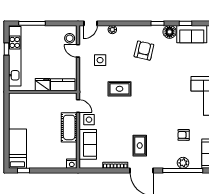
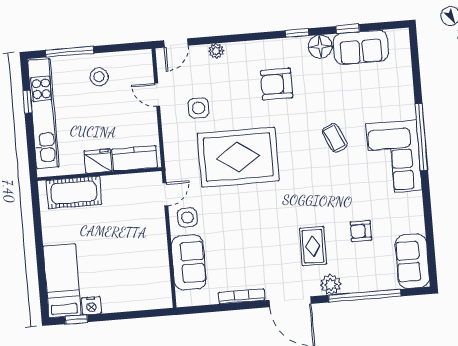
stool: (70, 38) -> (99, 77), moved
armchair: (144, 51) -> (277, 84), turned -103
coffee table: (173, 83) -> (335, 138), added
rug: (120, 89) -> (238, 157), width x1.86, depth x2.06
door: (78, 106) -> (165, 194), hinge flipped
cot: (69, 127) -> (74, 192), moved, turned 90
rug: (140, 146) -> (313, 246), moved
plant: (183, 163) -> (331, 284), moved
nightstand: (72, 164) -> (91, 306), moved

